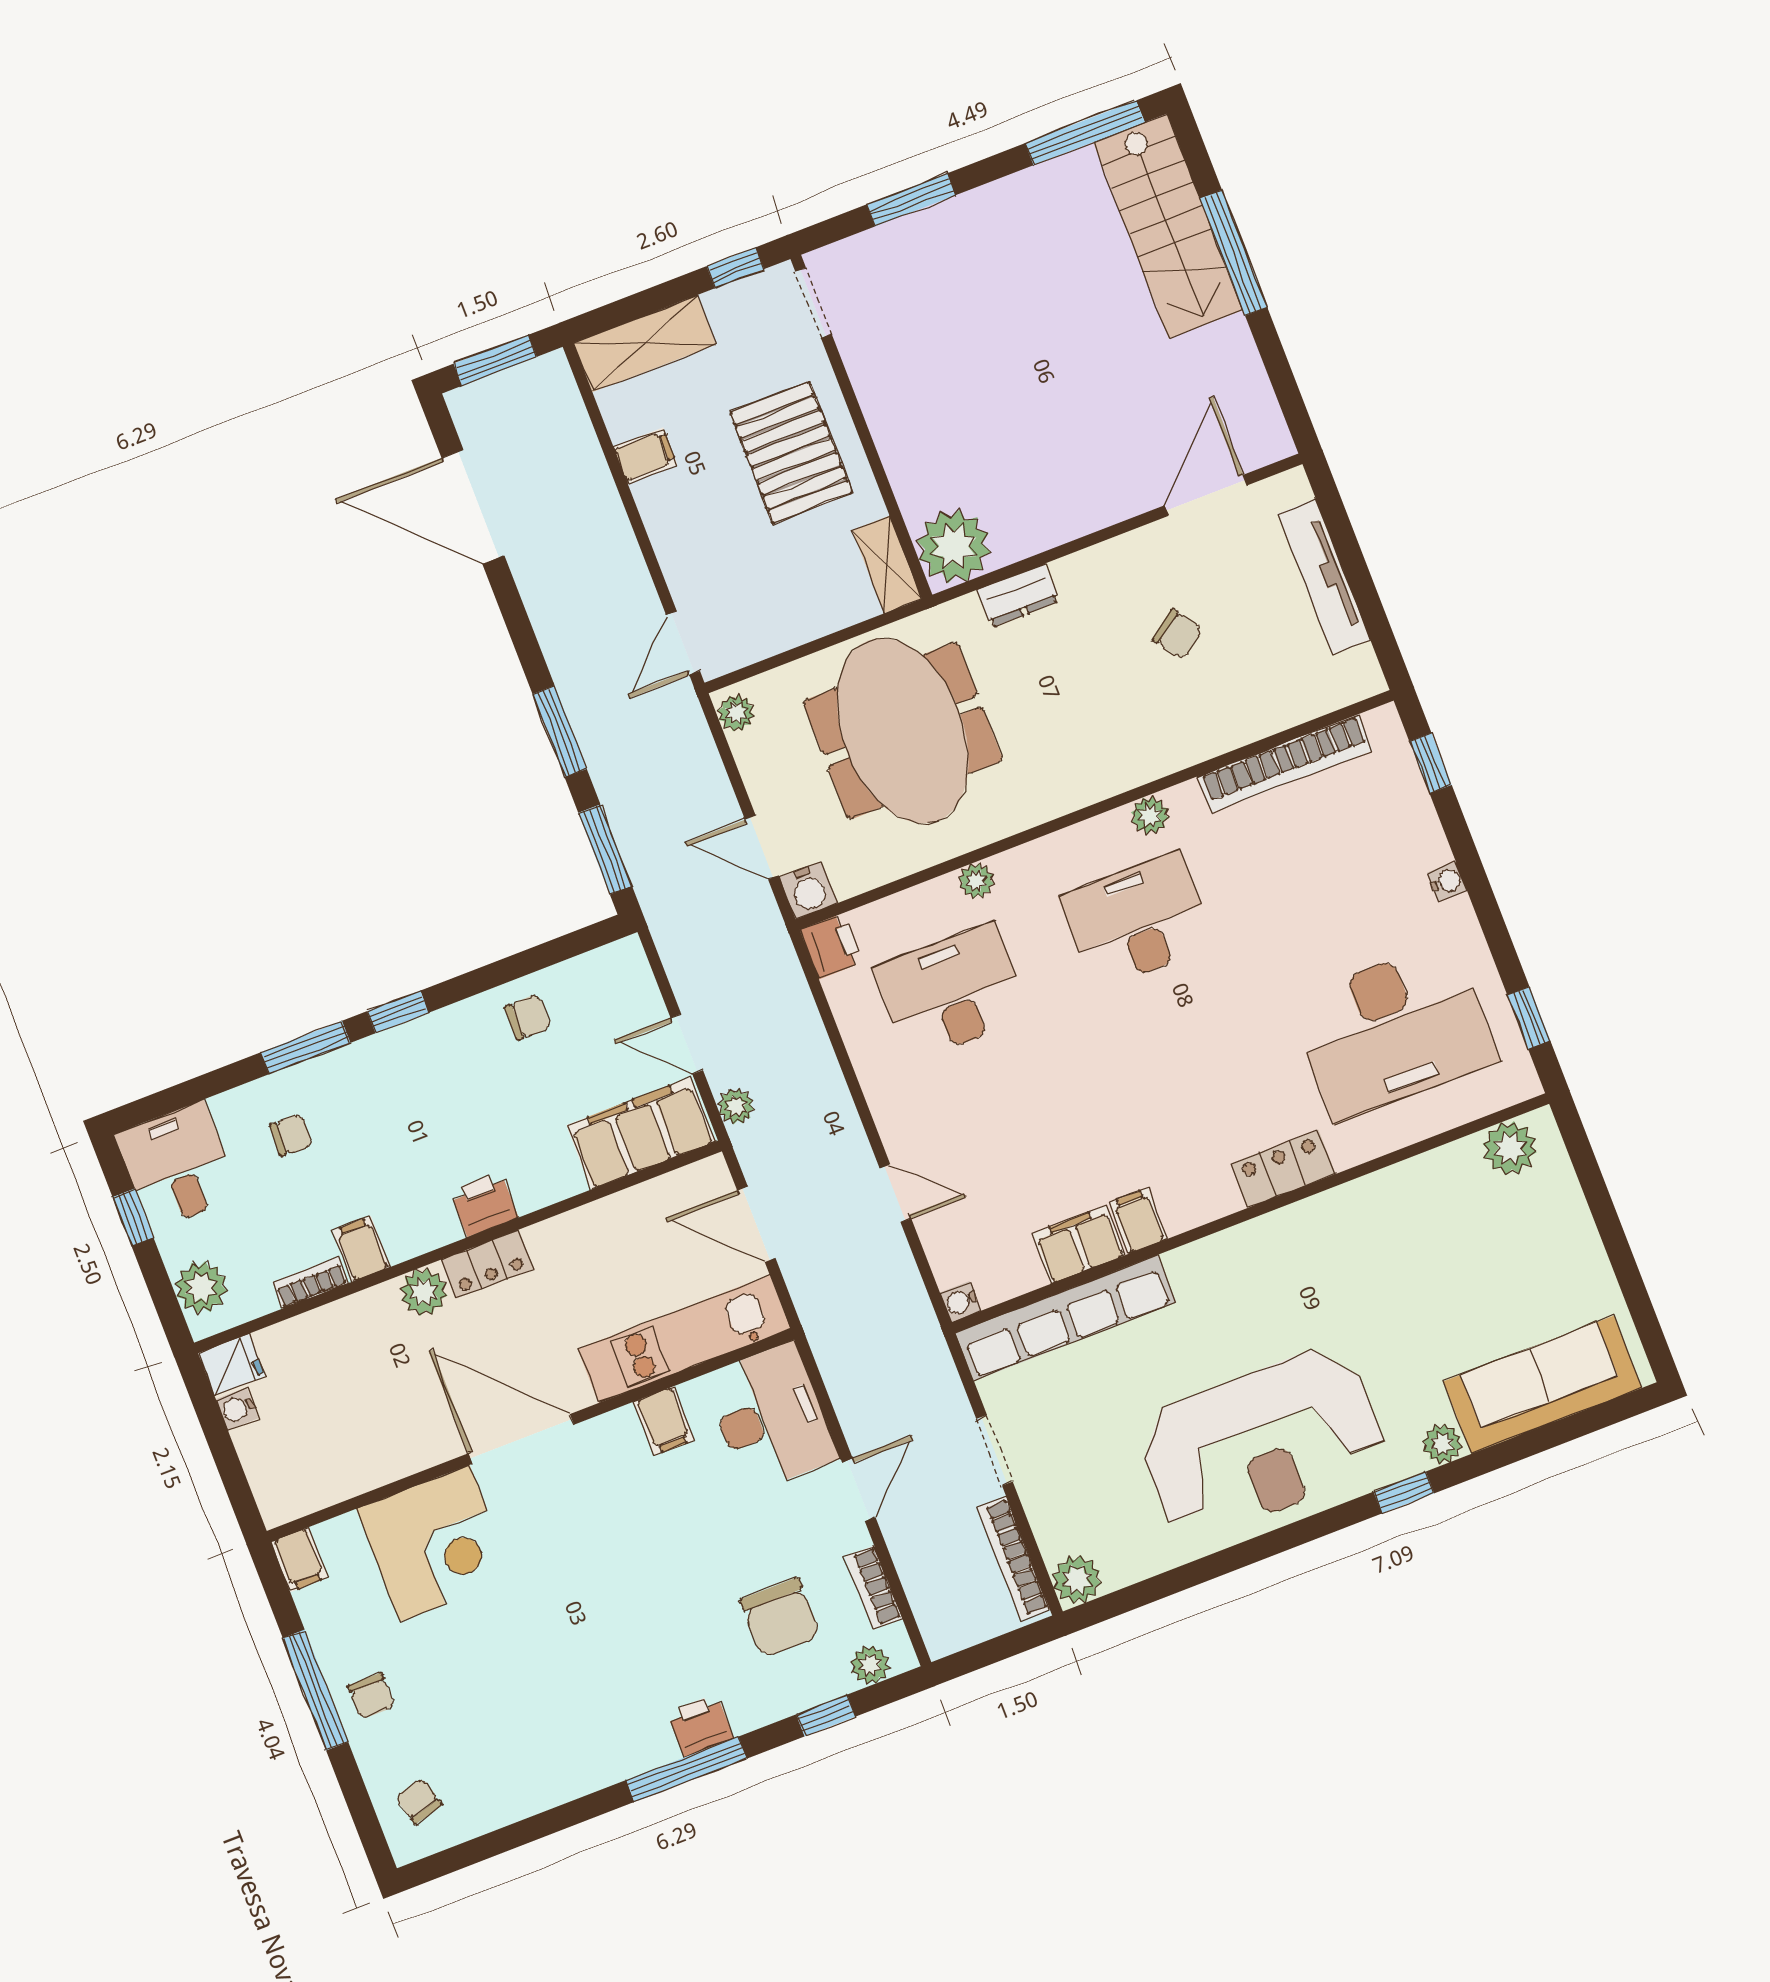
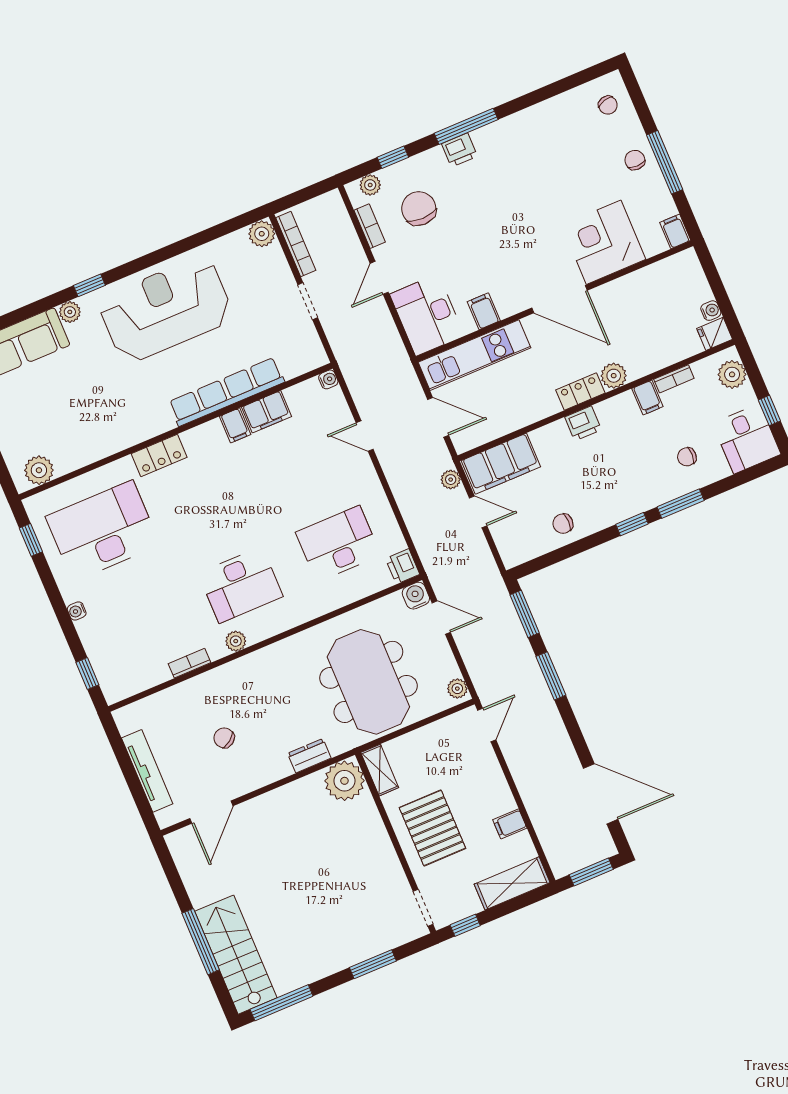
bookcase: (1285, 763) -> (190, 663), width x0.43, depth x0.76
plant: (976, 881) -> (327, 603), removed
desk: (952, 992) -> (338, 544), turned 180
row of seats: (1066, 1318) -> (227, 392), moved

